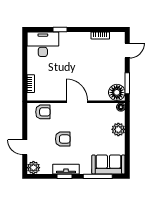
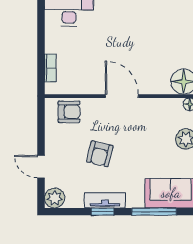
armchair: (63, 139) -> (100, 154), turned 104

